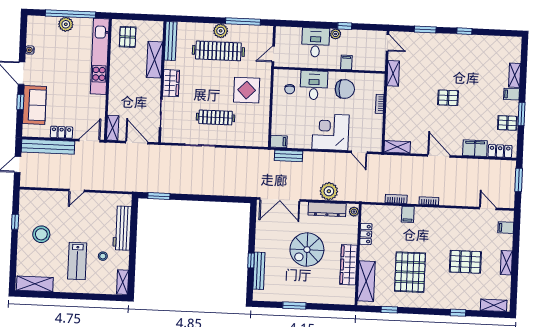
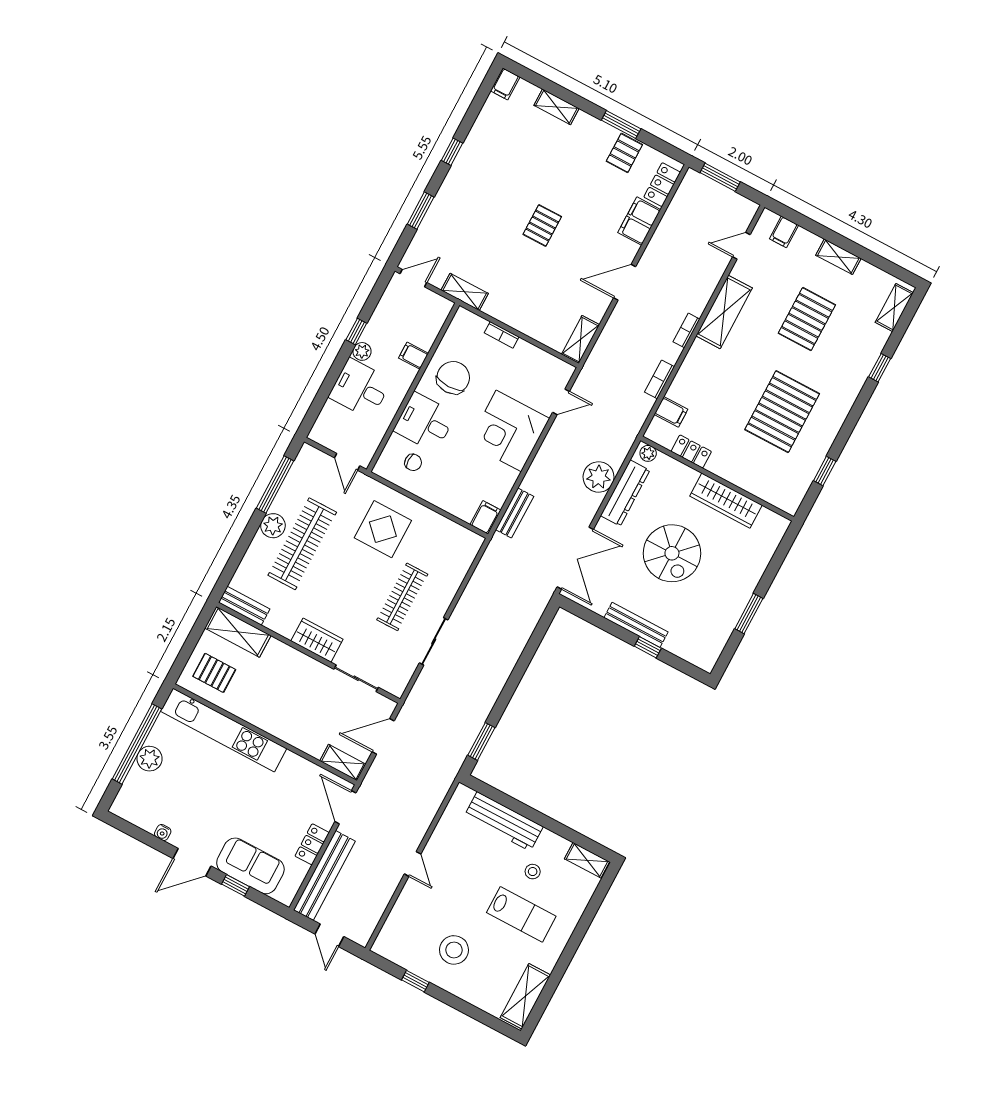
bench: (171, 41) -> (244, 606), width x0.73
shelving: (155, 60) -> (238, 632), moved
filing cabinet: (512, 94) -> (505, 84), moved
filing cabinet: (408, 214) -> (671, 412), moved
bench: (259, 271) -> (636, 625), moved
pallet: (410, 272) -> (782, 412), turned 90
shelving: (366, 281) -> (724, 312), moved, turned 90

